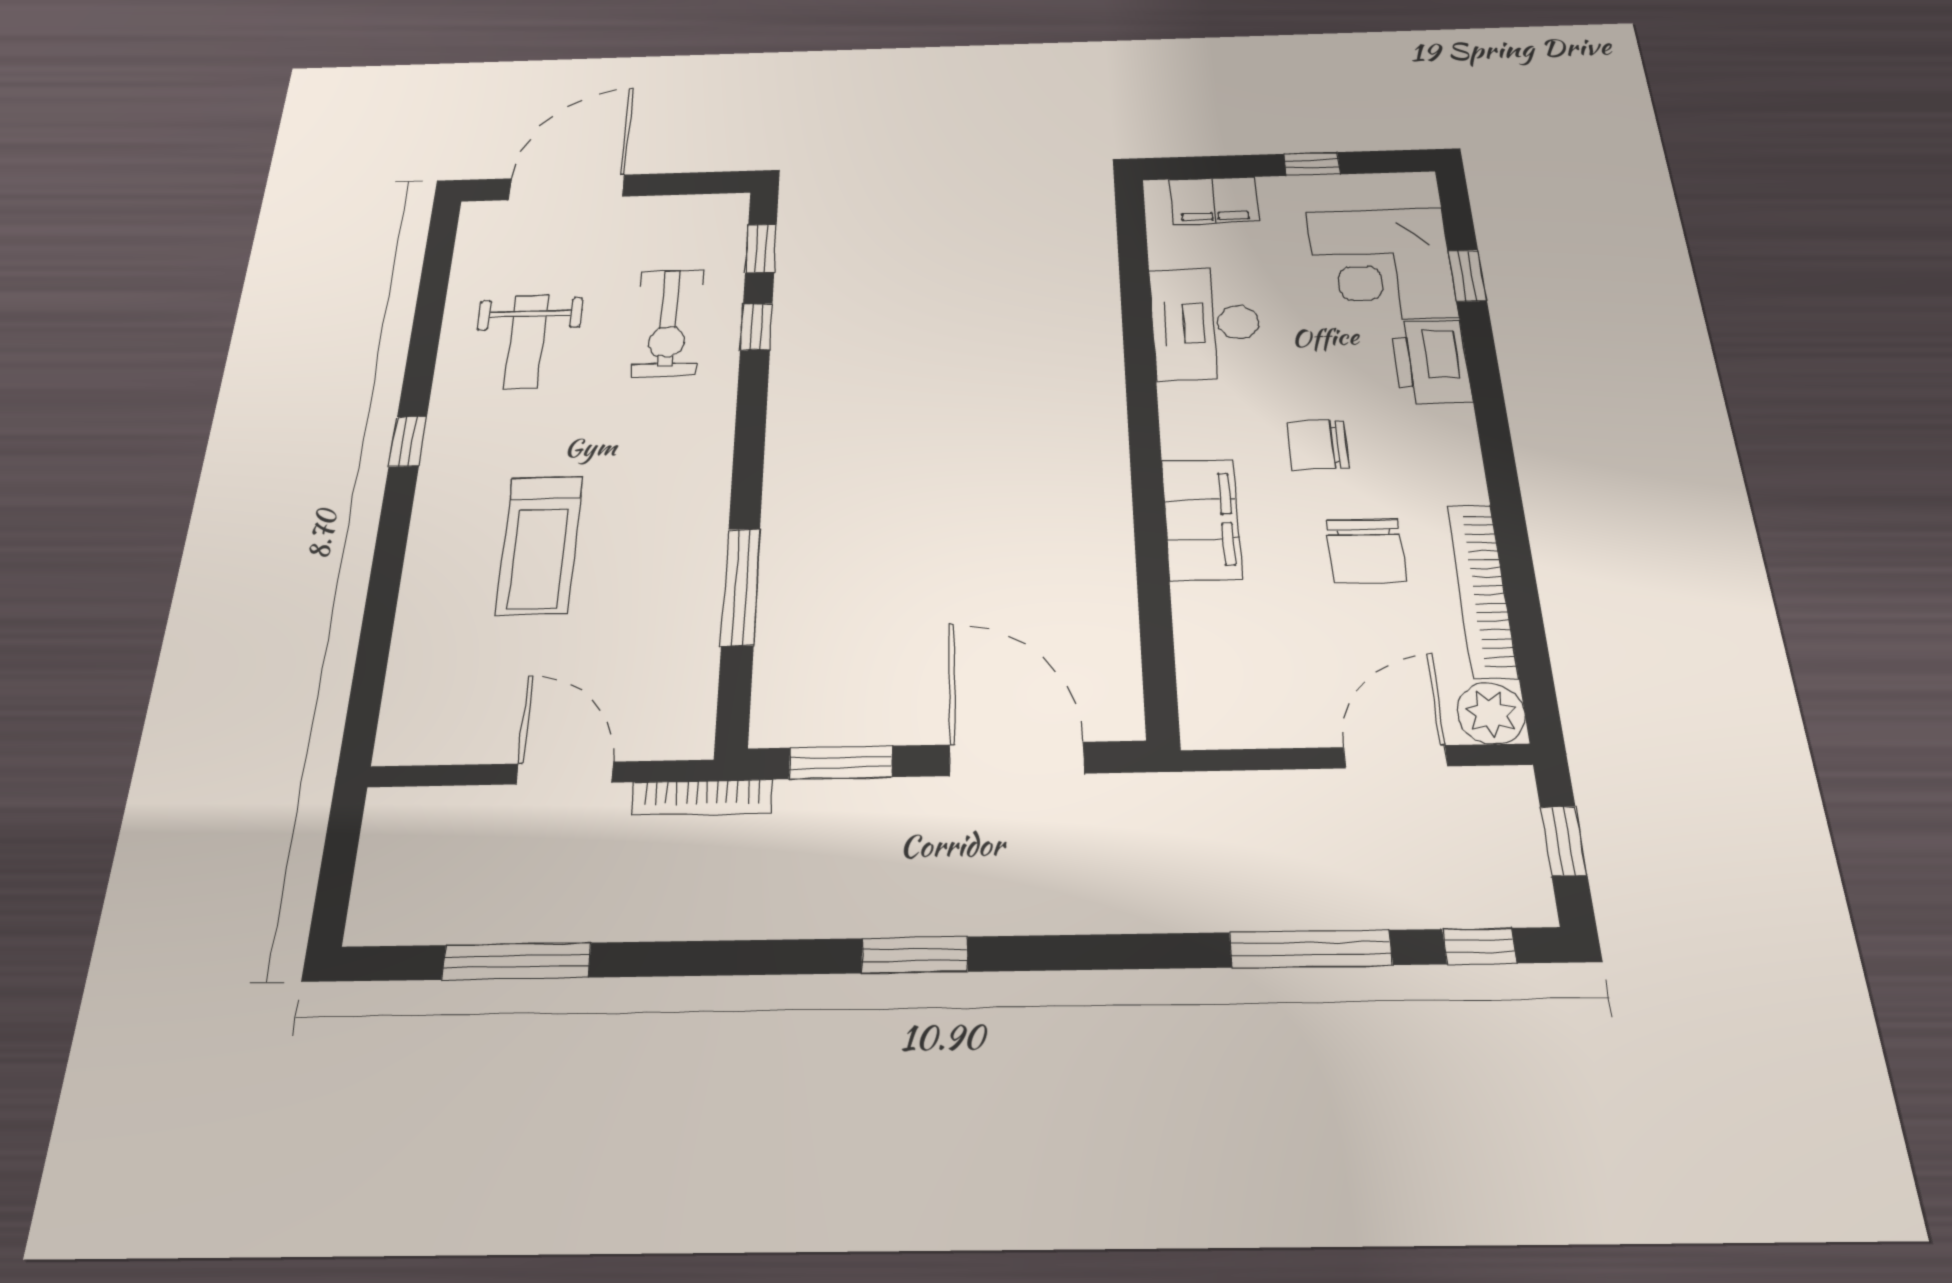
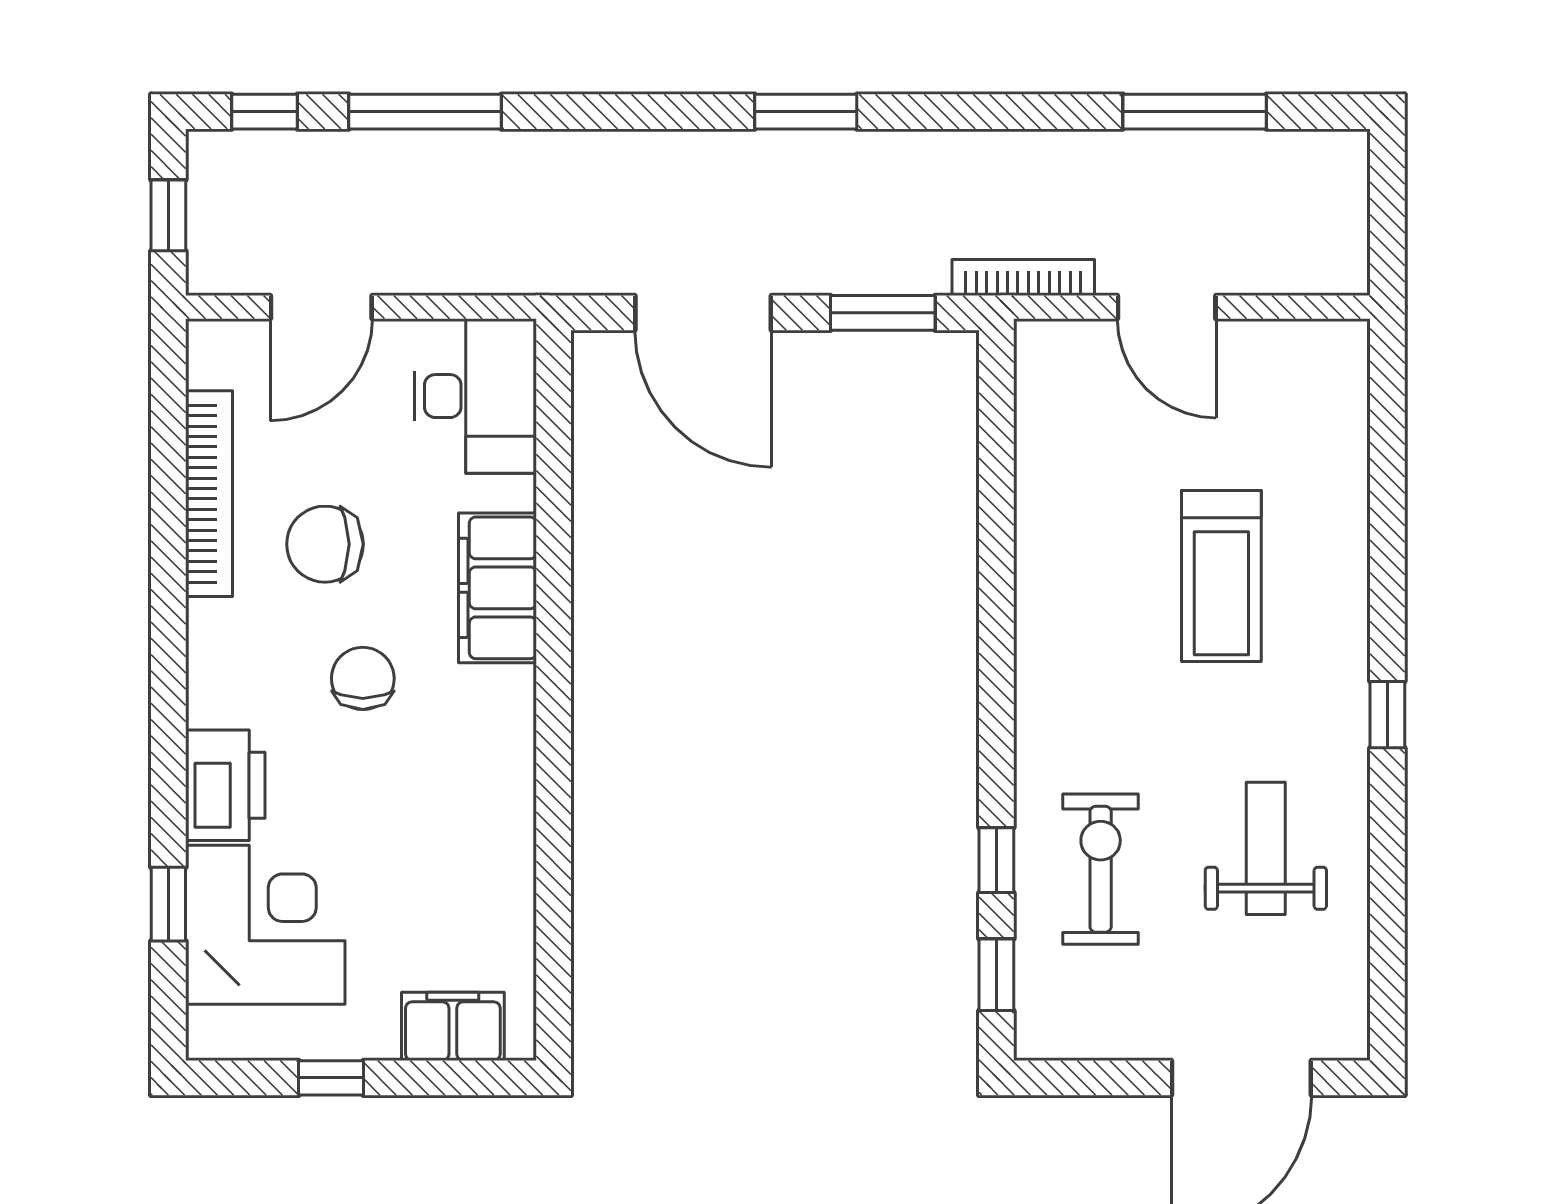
desk: (1205, 323) -> (476, 396), moved
chair: (1318, 445) -> (363, 678), turned -90
treadmill: (540, 545) -> (1221, 576), turned 180
chair: (1366, 551) -> (325, 544), turned -90
window: (741, 587) -> (996, 518), removed
plant: (1491, 714) -> (219, 352), removed

